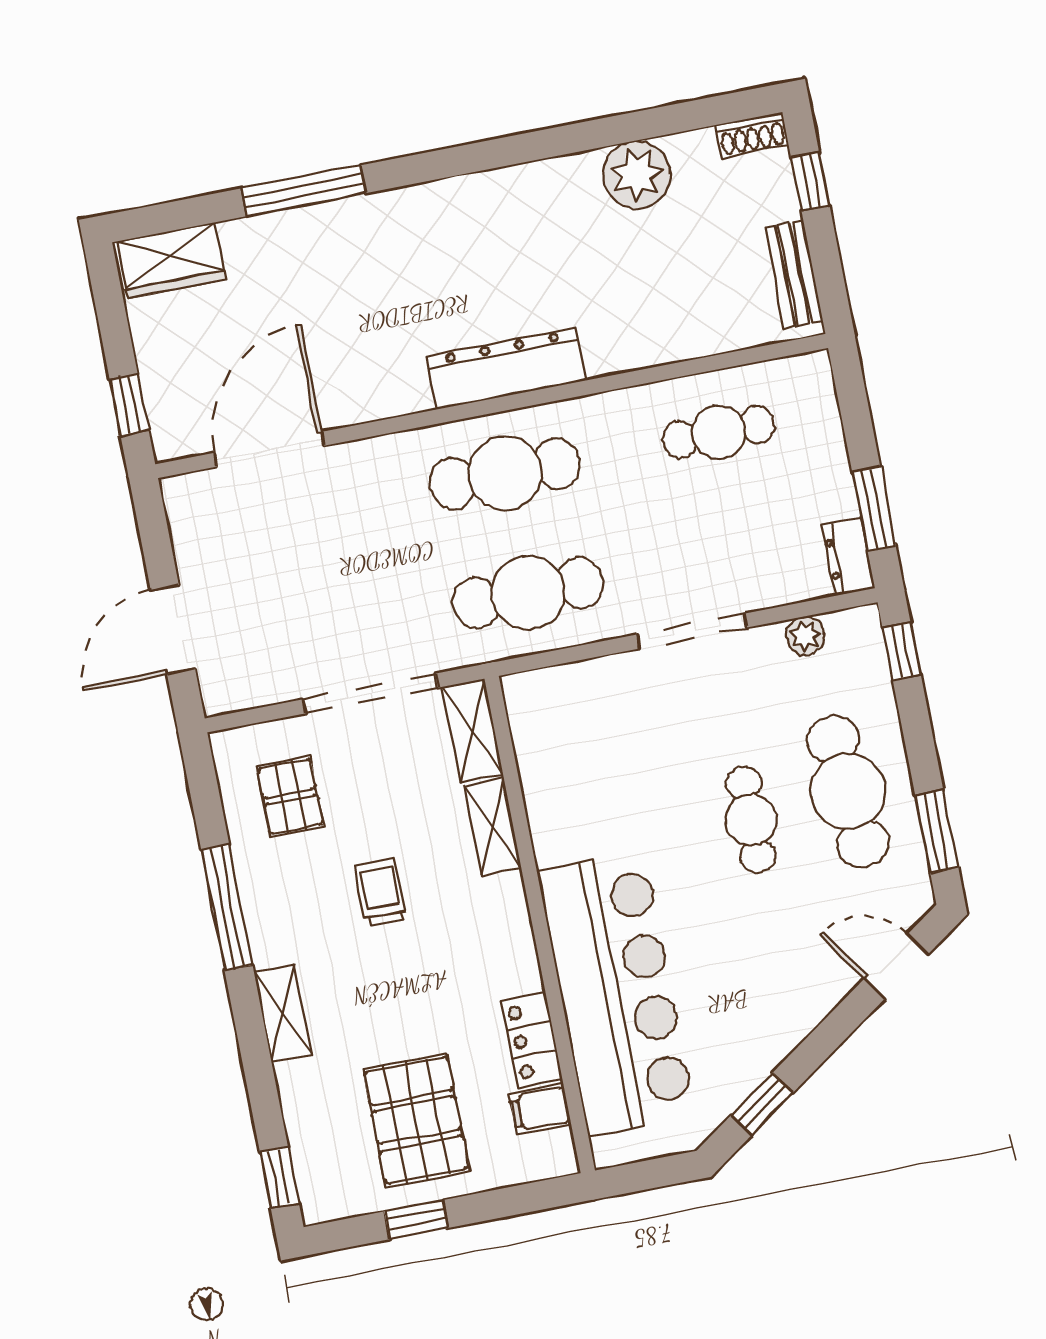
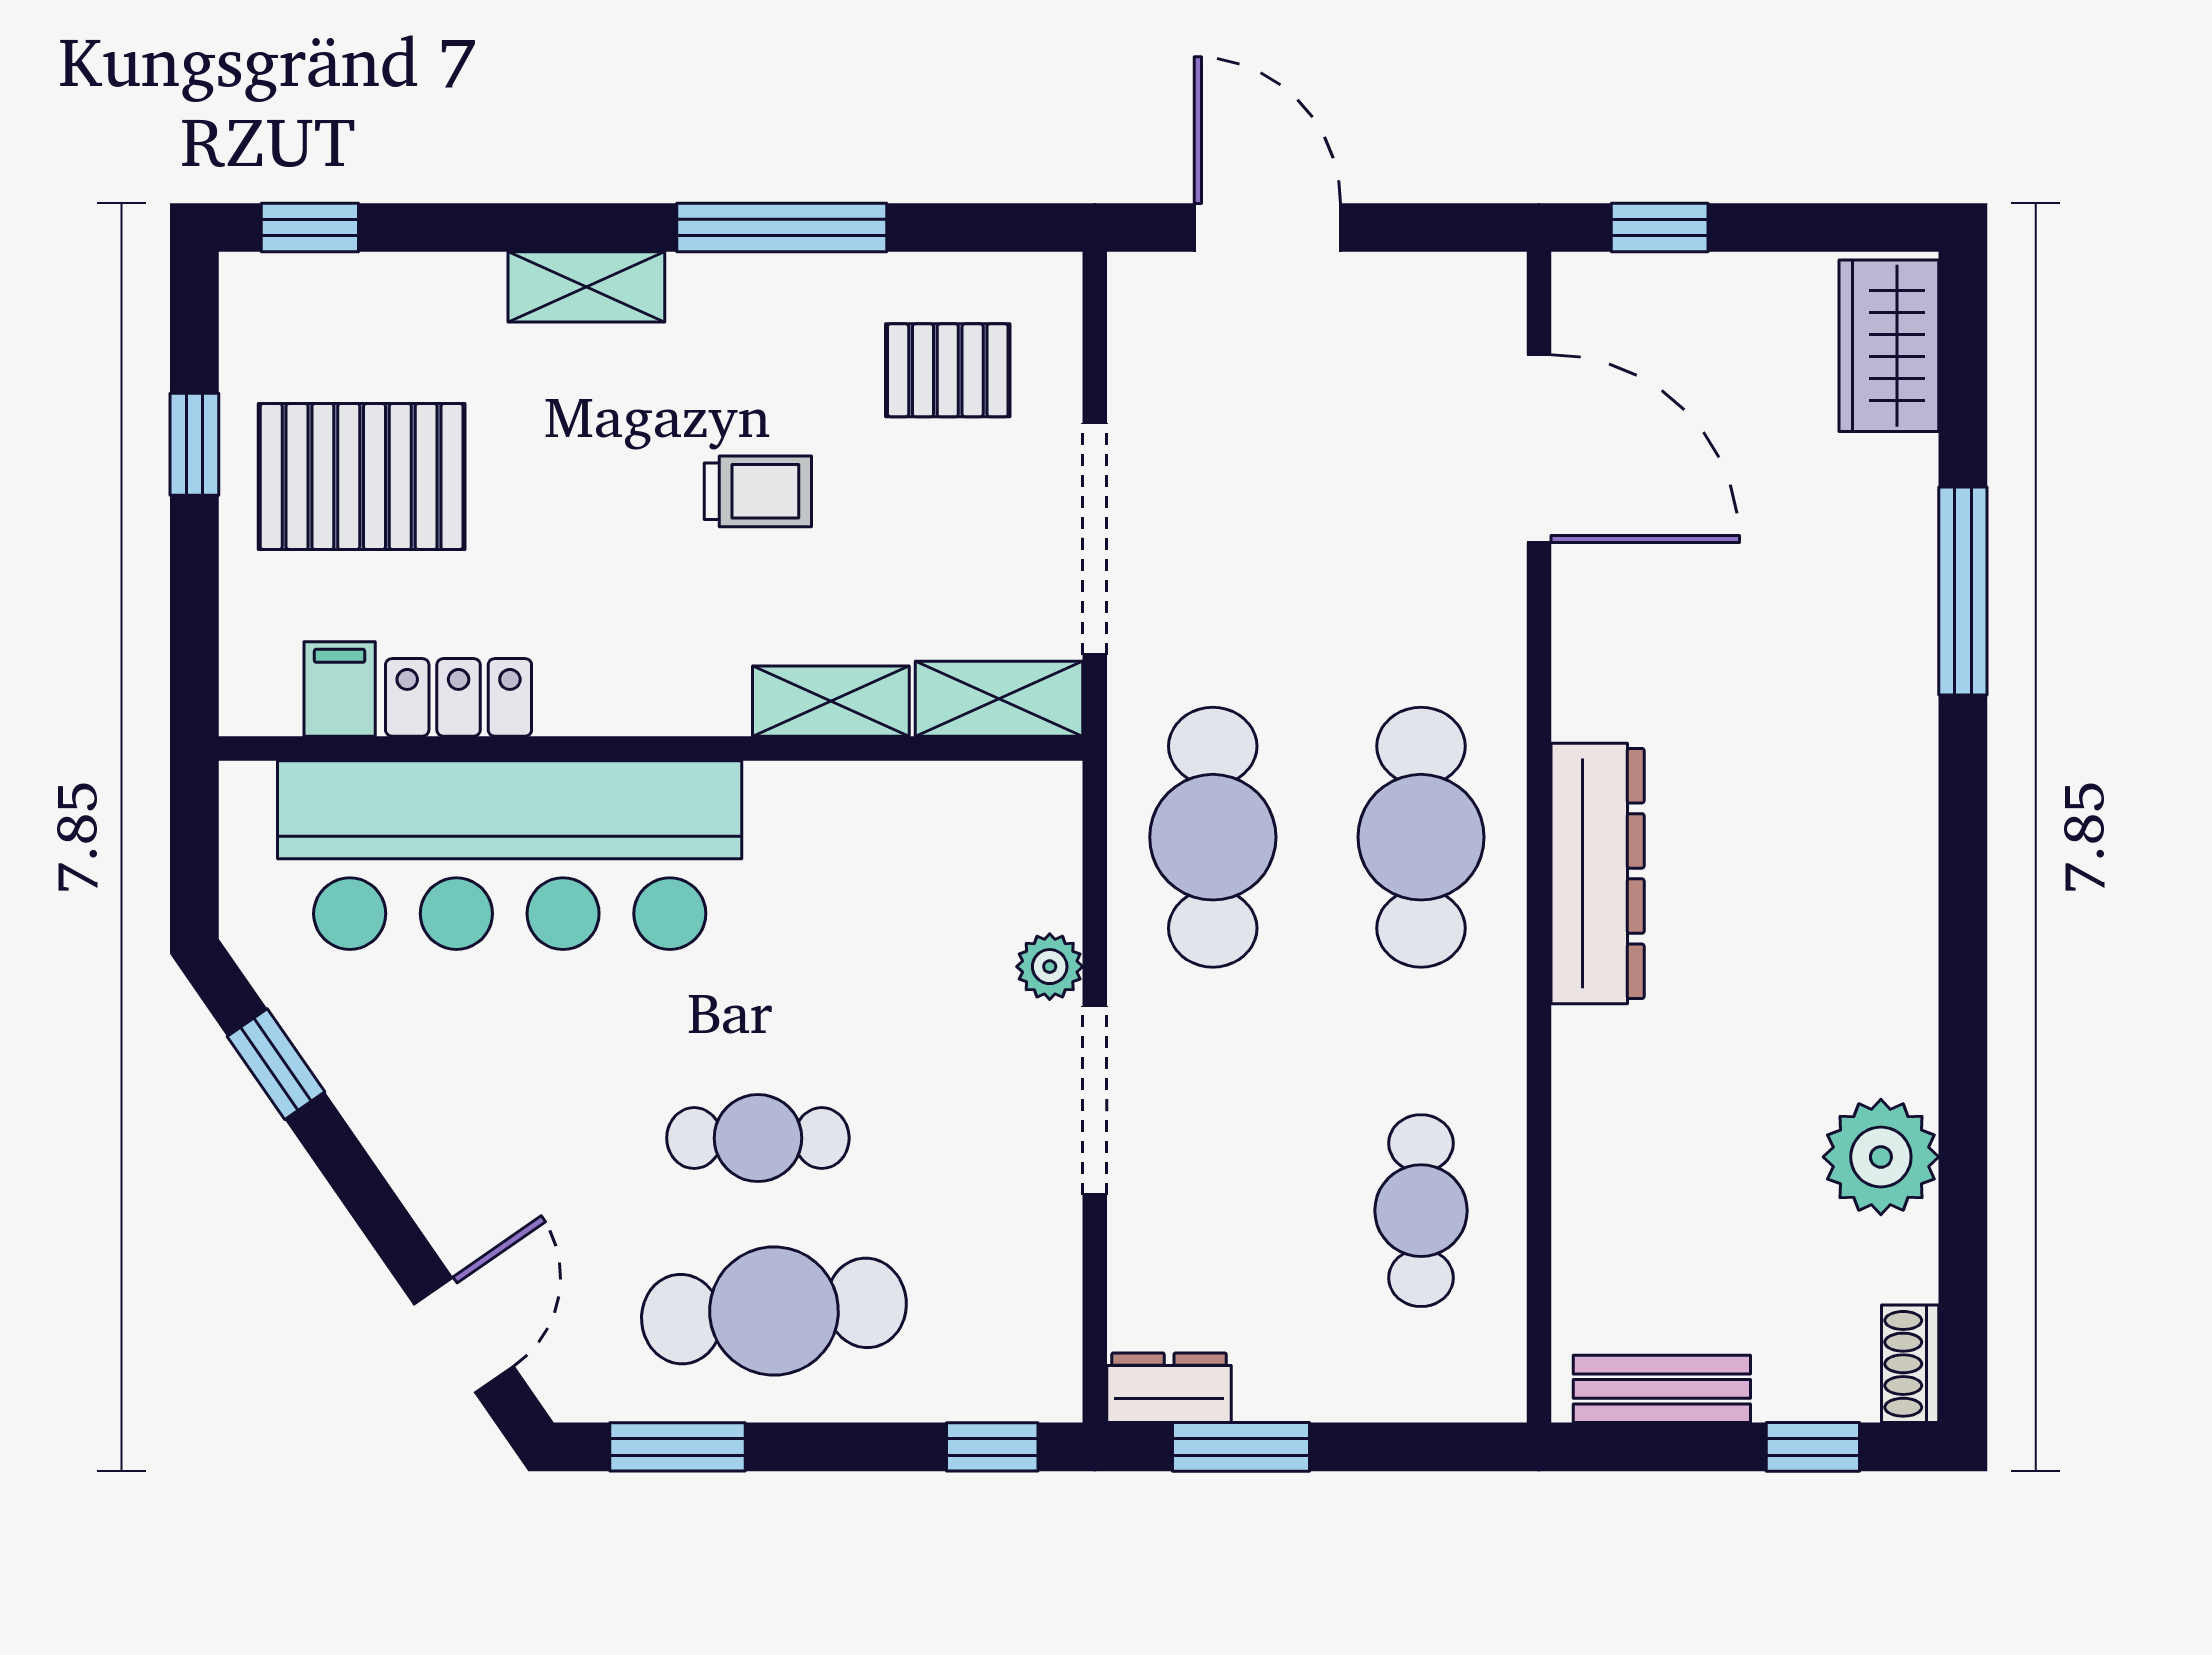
plant: (805, 636) -> (1050, 967), moved

